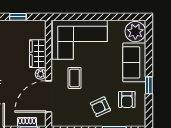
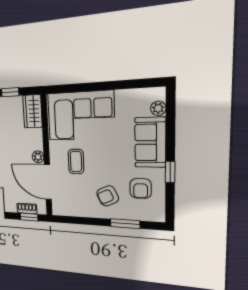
plant: (135, 32) -> (158, 108), width x0.53, depth x0.53
wardrobe: (38, 54) -> (32, 111), moved
door: (49, 96) -> (48, 182), hinge flipped

